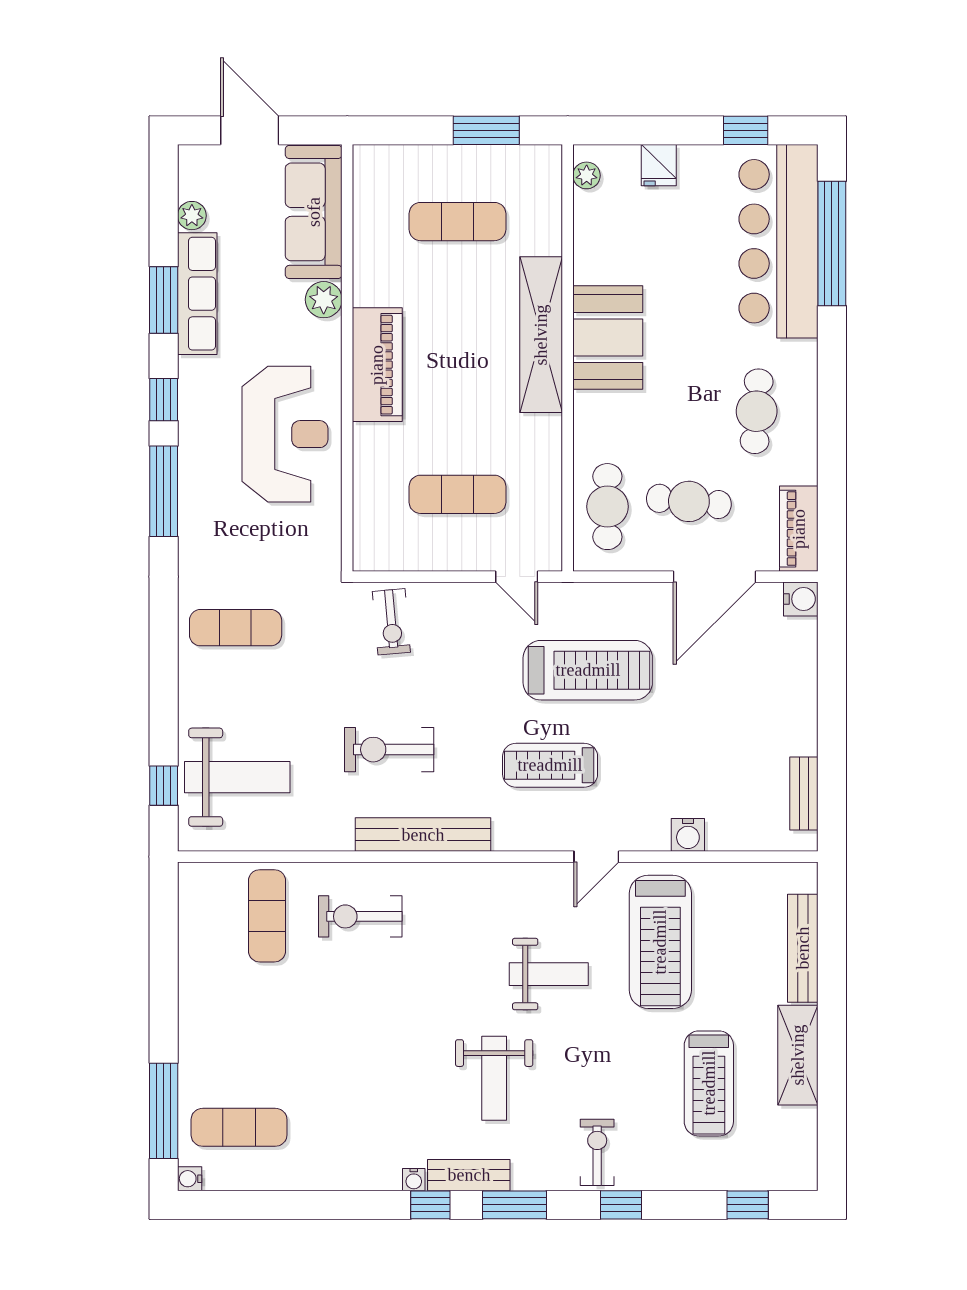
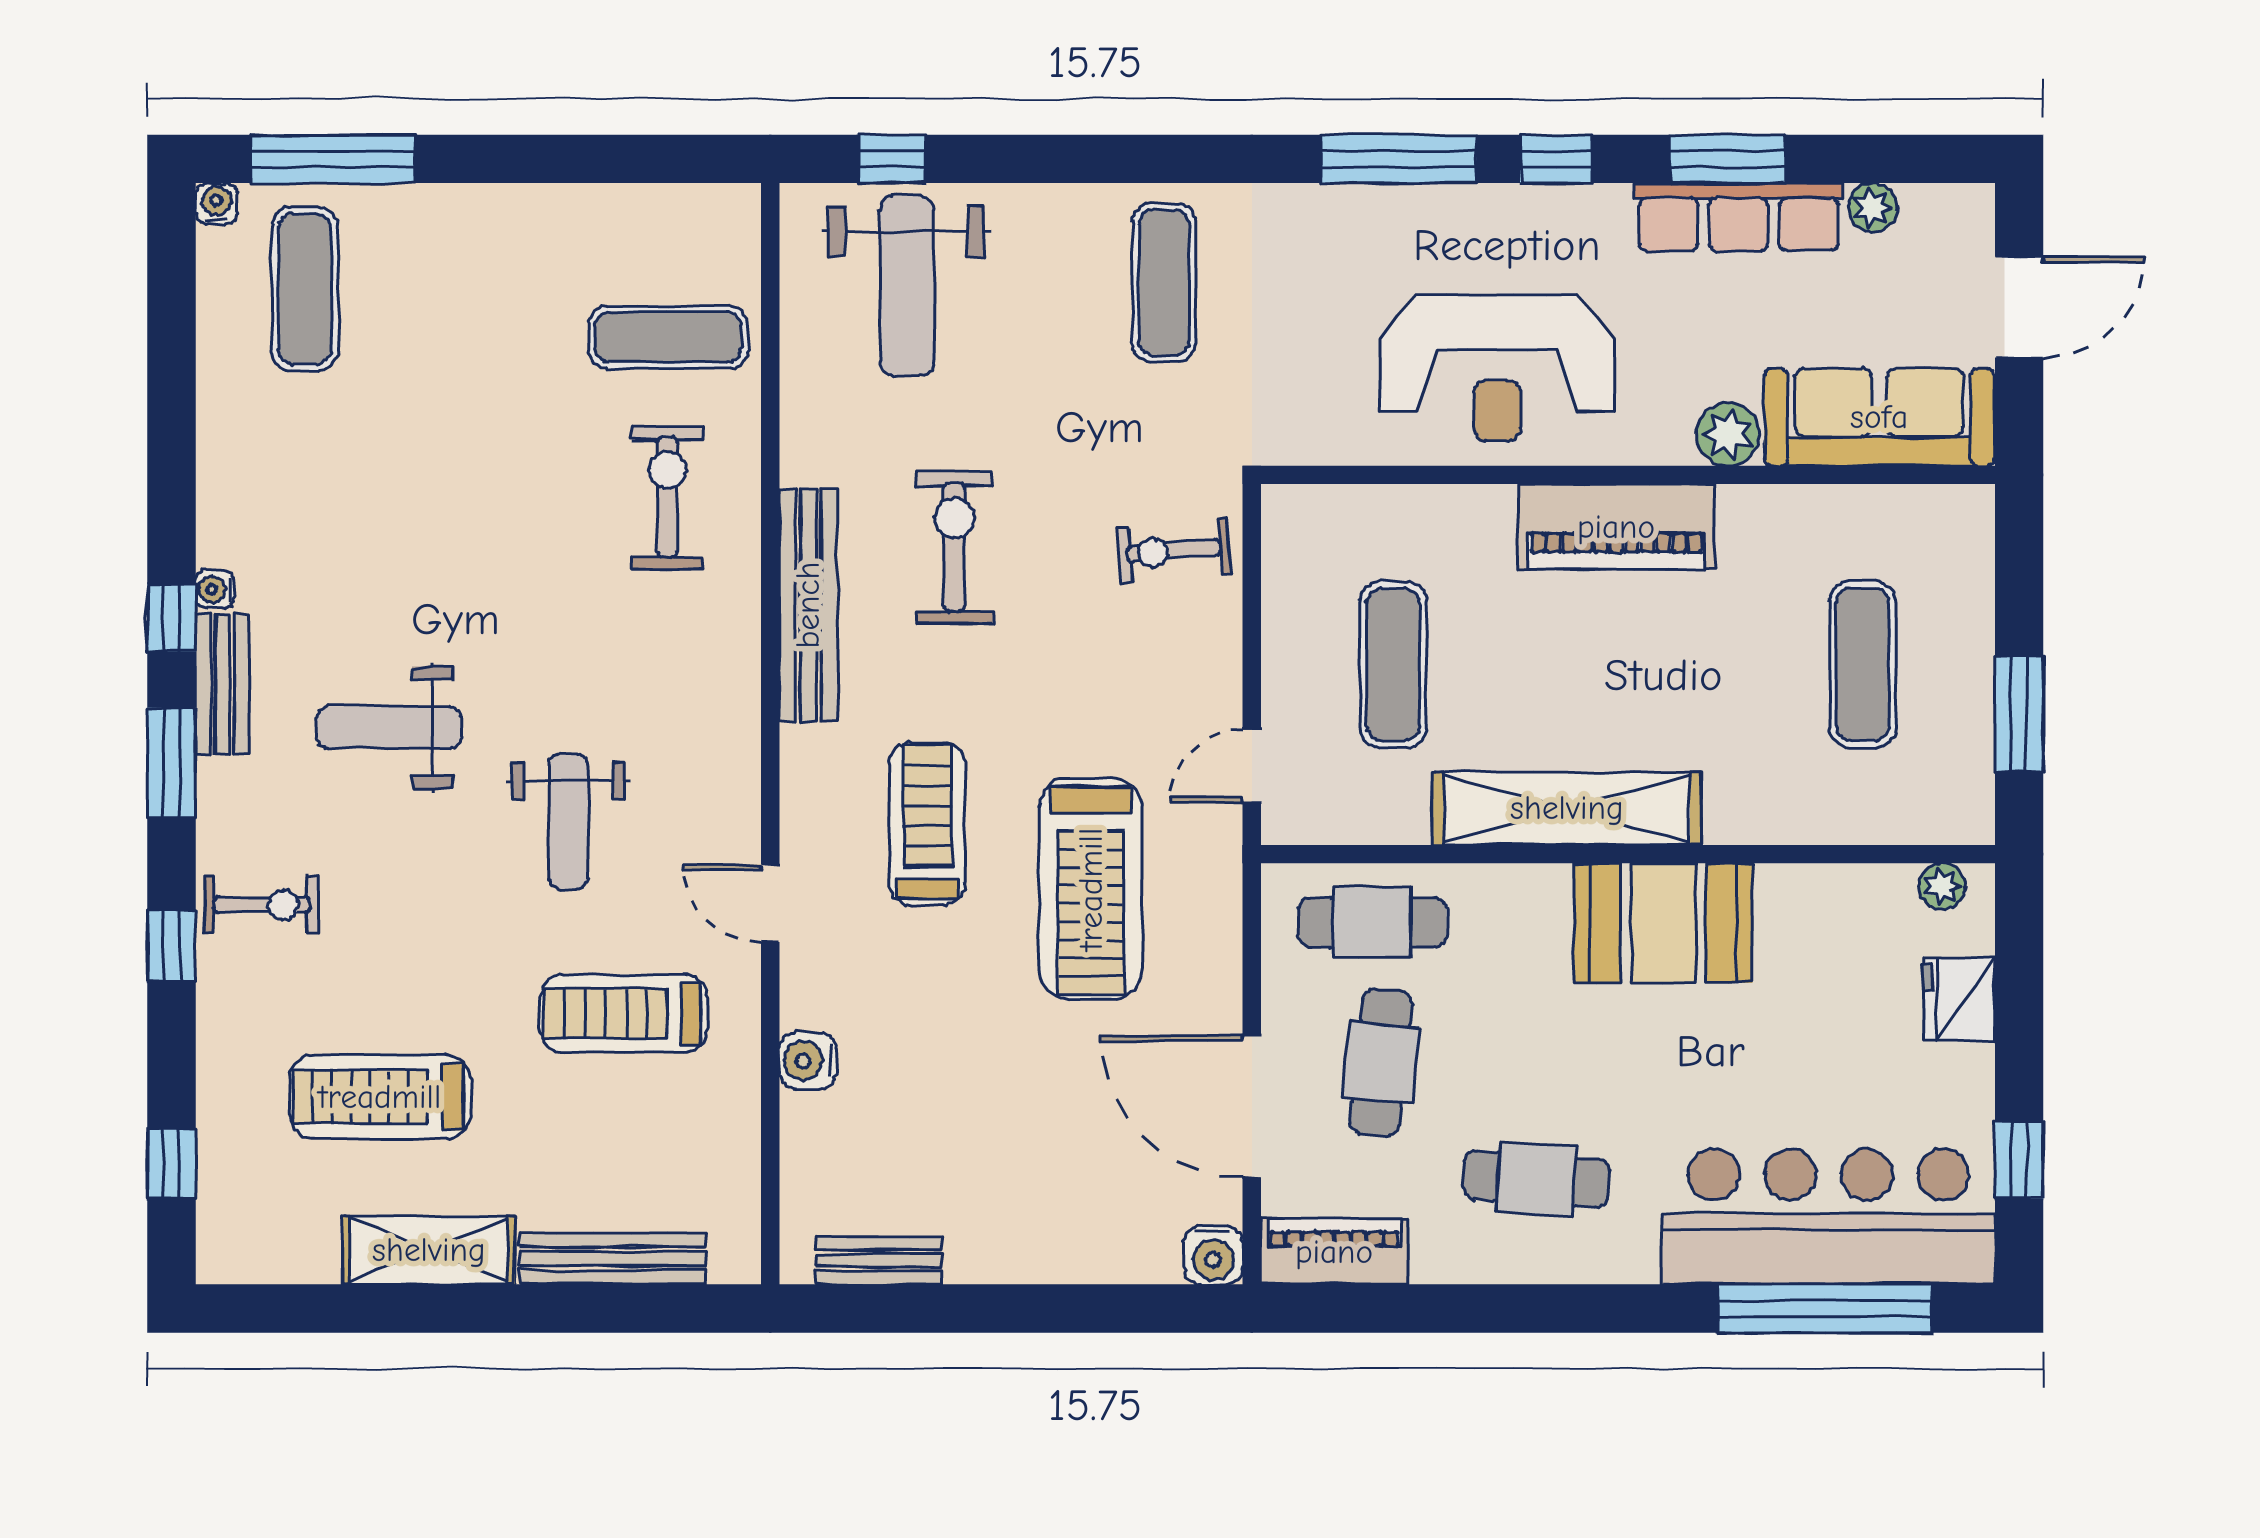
fridge: (659, 165) -> (1959, 999), width x1.38
shelving: (541, 335) -> (1567, 808), moved
treadmill: (660, 942) -> (624, 1013), width x0.73, depth x0.73

